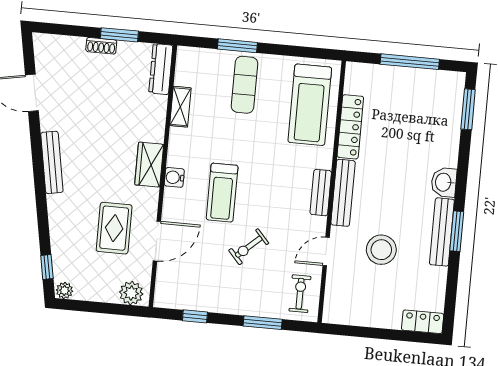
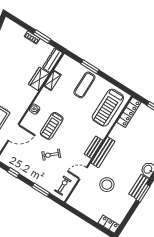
locker: (350, 127) -> (129, 112), moved
wardrobe: (149, 165) -> (39, 79), moved
bench: (442, 232) -> (139, 187), width x0.73

